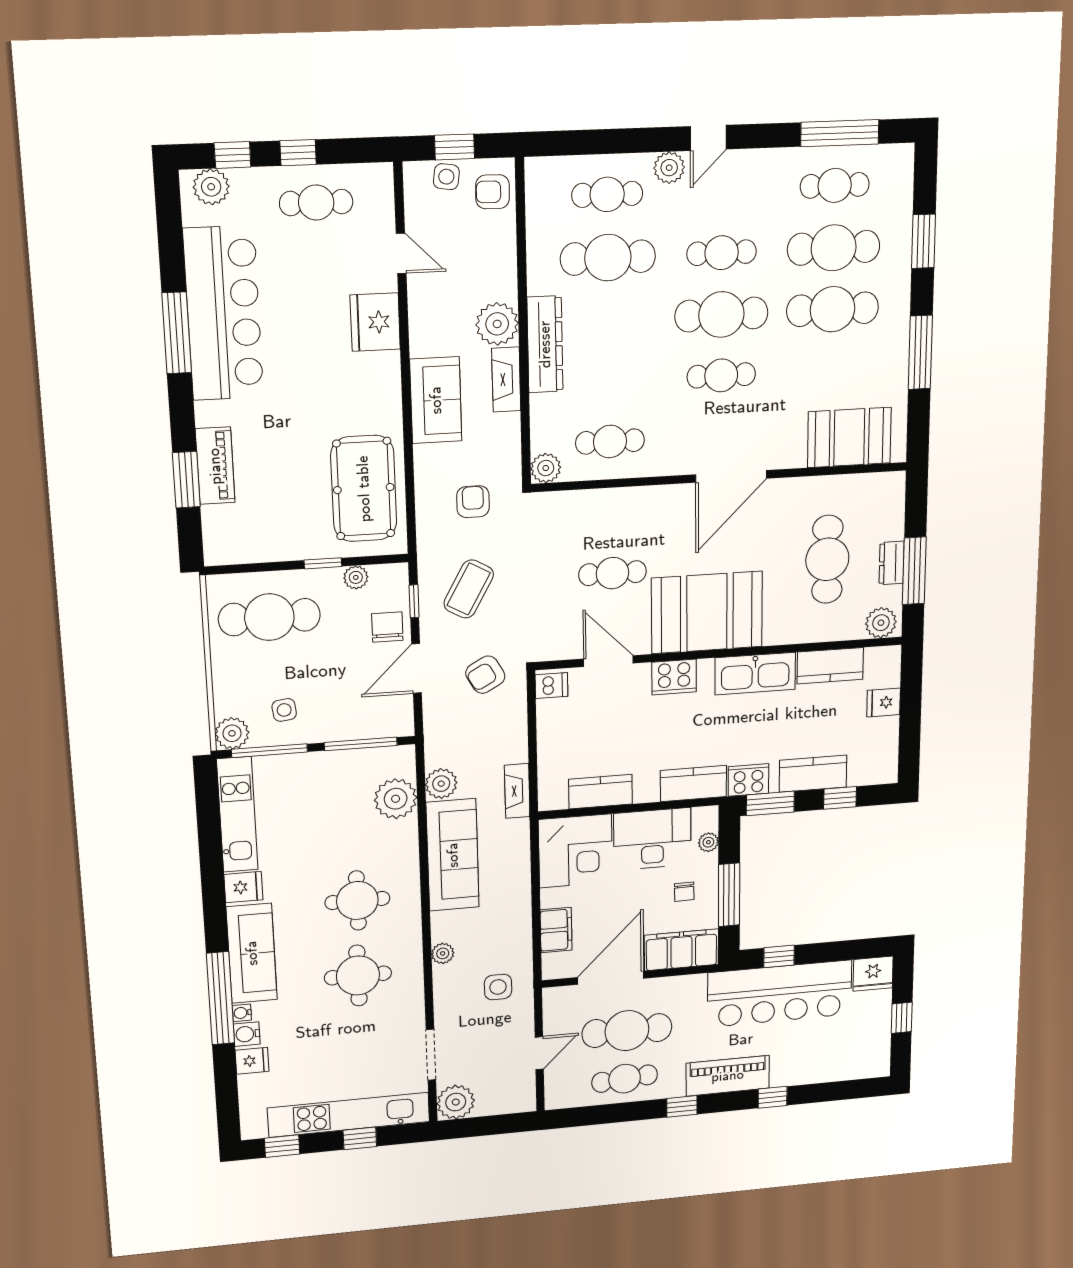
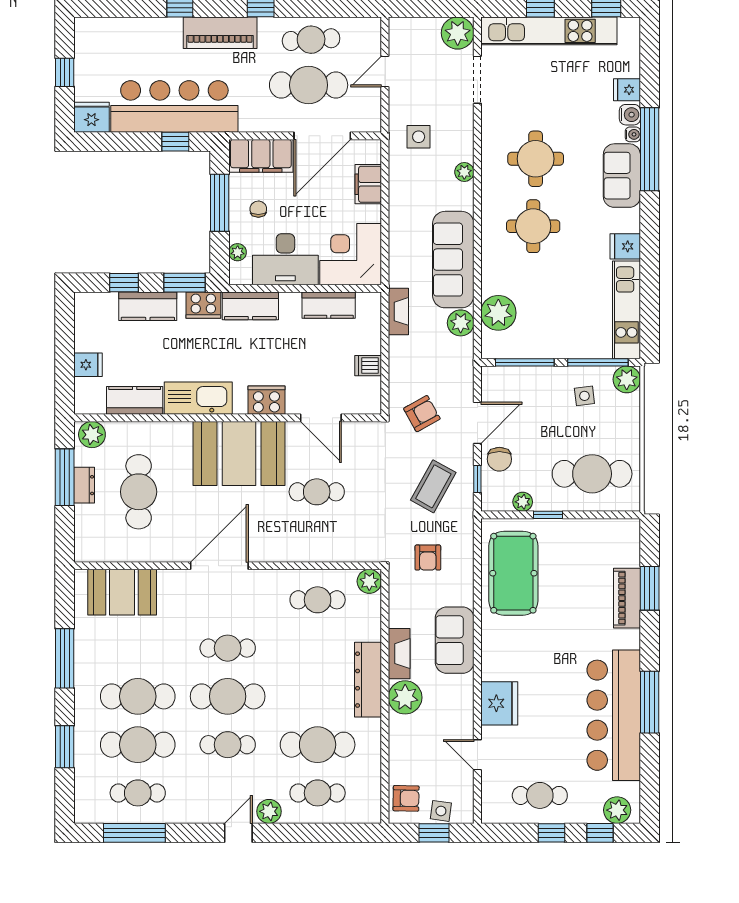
dishwasher: (551, 686) -> (368, 366), moved
sofa: (252, 953) -> (622, 176), width x0.73

